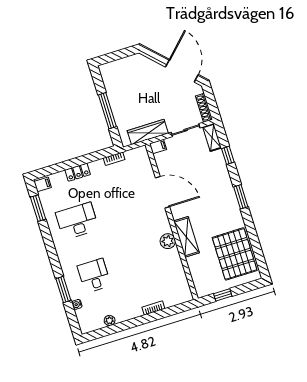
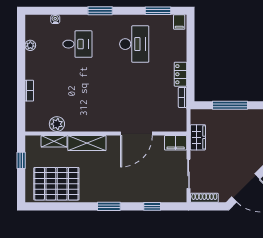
wardrobe: (148, 132) -> (198, 137), width x0.67
shelving: (212, 137) -> (54, 141), moved
filing cabinet: (158, 147) -> (176, 143), width x2.00
locker: (78, 172) -> (180, 74), moved
plant: (168, 241) -> (57, 124), moved
window: (63, 289) -> (100, 11), moved

